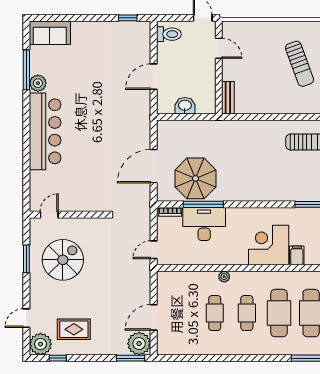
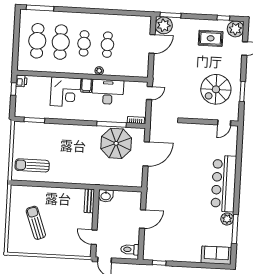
washbasin: (185, 106) -> (106, 196), moved
desk: (204, 224) -> (108, 92), moved, turned 180
filing cabinet: (297, 255) -> (86, 86), moved

